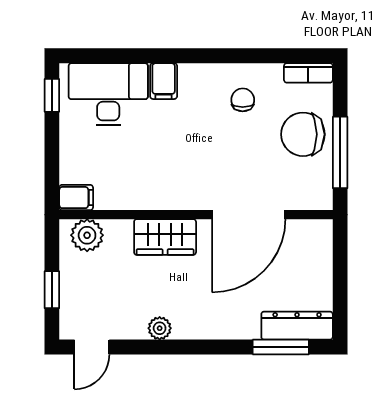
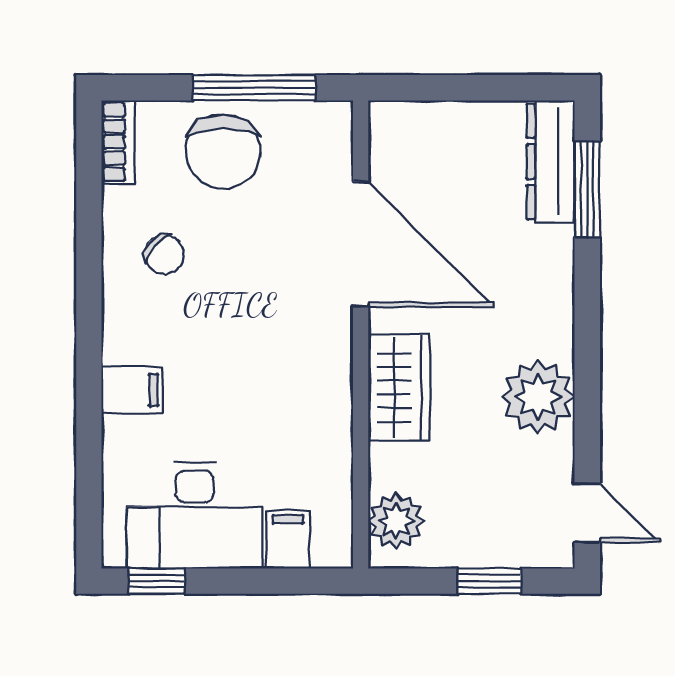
desk: (108, 94) -> (195, 515), moved, turned -90
chair: (243, 100) -> (164, 255), turned -138
filing cabinet: (76, 198) -> (288, 540), moved
plant: (160, 328) -> (538, 397), width x1.88, depth x1.88

